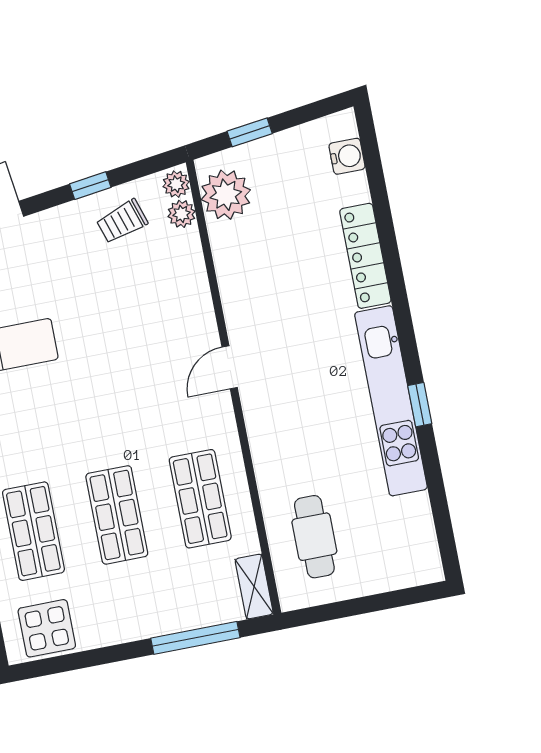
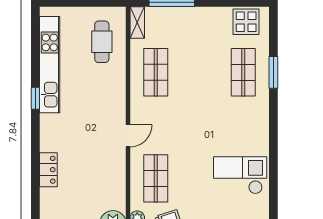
locker: (365, 256) -> (48, 170), width x0.66
kitchen unit: (391, 401) -> (50, 65), moved
shop shelf: (117, 515) -> (156, 178), moved

